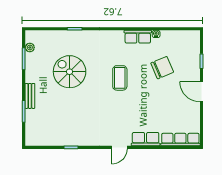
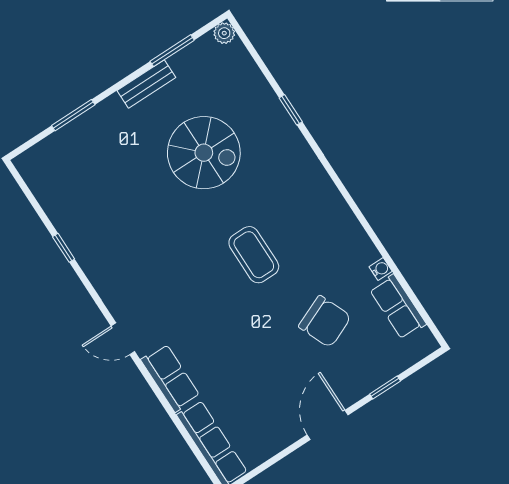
row of seats: (138, 37) -> (398, 307), moved
plant: (30, 47) -> (224, 33), moved
spiral stairs: (70, 72) -> (204, 153), turned 90
coffee table: (120, 78) -> (254, 255), turned 90
bench: (30, 96) -> (146, 84), moved

